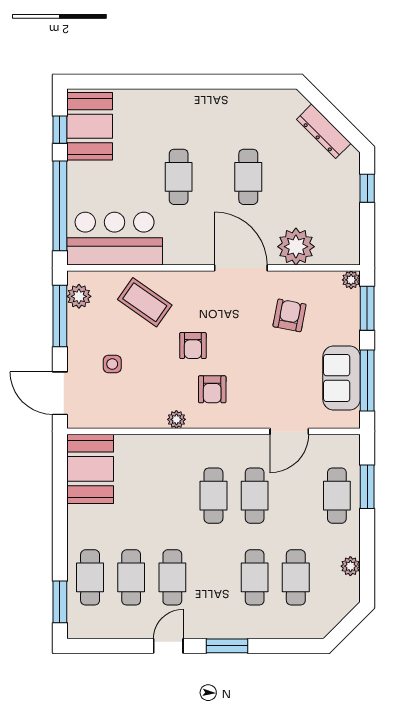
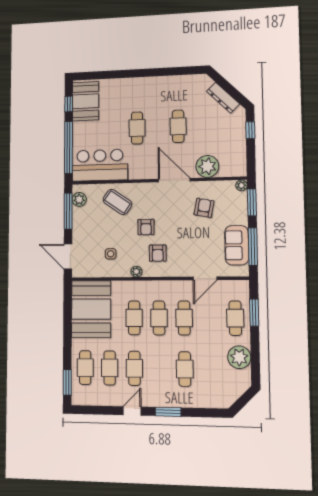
side table: (112, 364) -> (111, 254), moved
booth: (90, 469) -> (91, 309), width x1.36, depth x1.42
plant: (350, 566) -> (239, 357), width x1.88, depth x1.88
cafe table: (296, 577) -> (134, 318), moved

